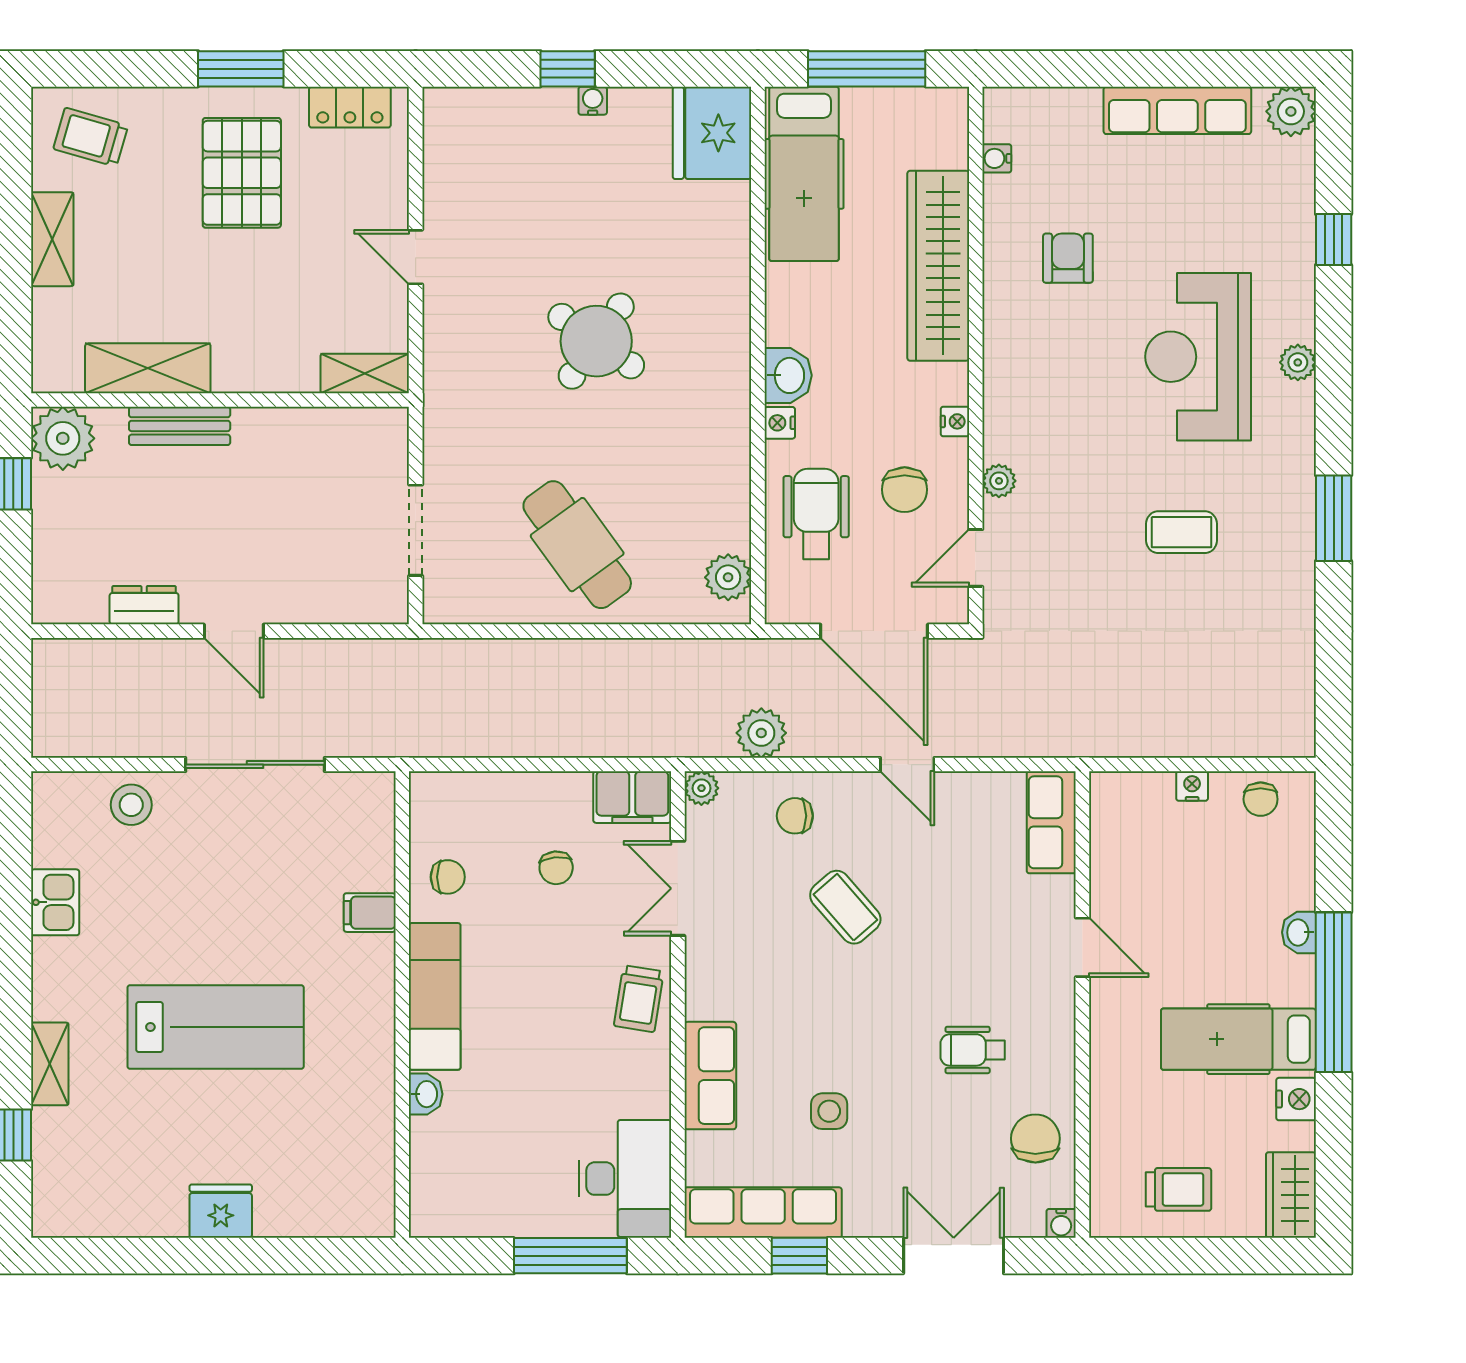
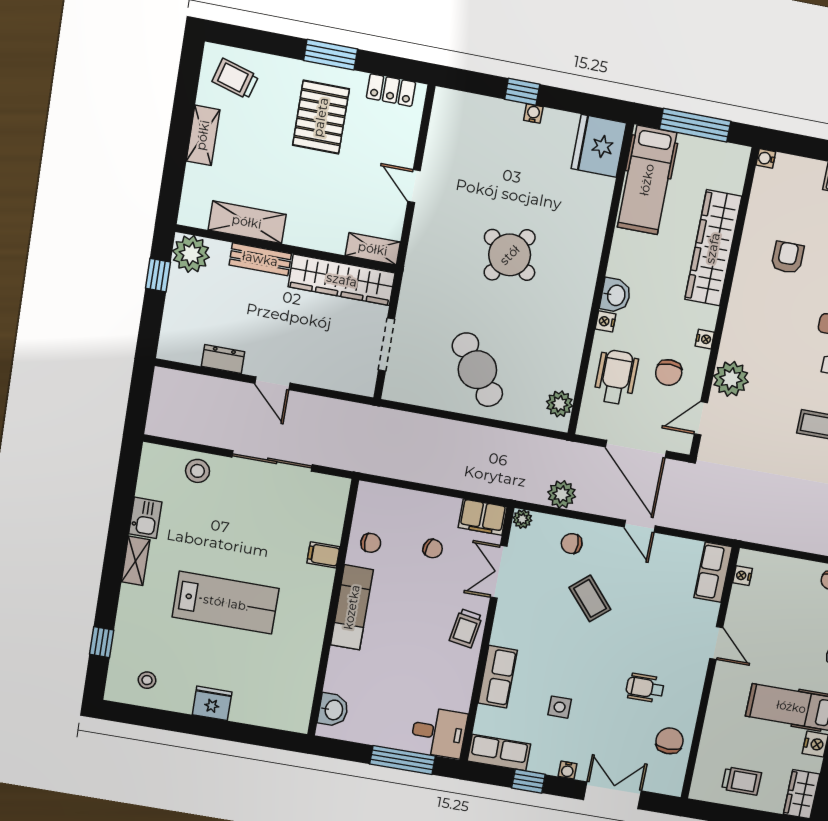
water cooler: (997, 158) -> (766, 158), moved
wardrobe: (321, 435) -> (342, 280), added
plant: (999, 481) -> (731, 379), width x1.87, depth x1.87
nightstand: (1192, 786) -> (743, 576), moved, turned -90
chair: (556, 868) -> (433, 549), turned -67
shelving: (50, 1064) -> (136, 561), moved
washbasin: (426, 1094) -> (333, 710), moved, width x1.38, depth x1.45
desk: (625, 1179) -> (439, 732), width x0.73
stool: (102, 1189) -> (147, 680), added
row of seats: (763, 1213) -> (499, 753), width x0.68
water cooler: (1061, 1223) -> (567, 770), moved

